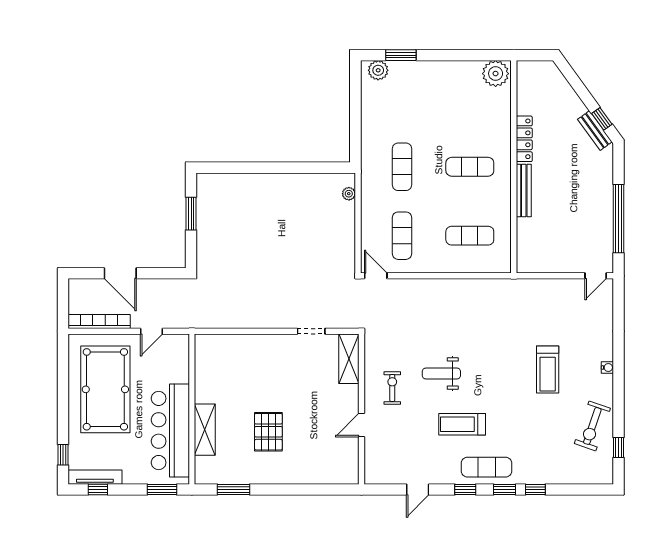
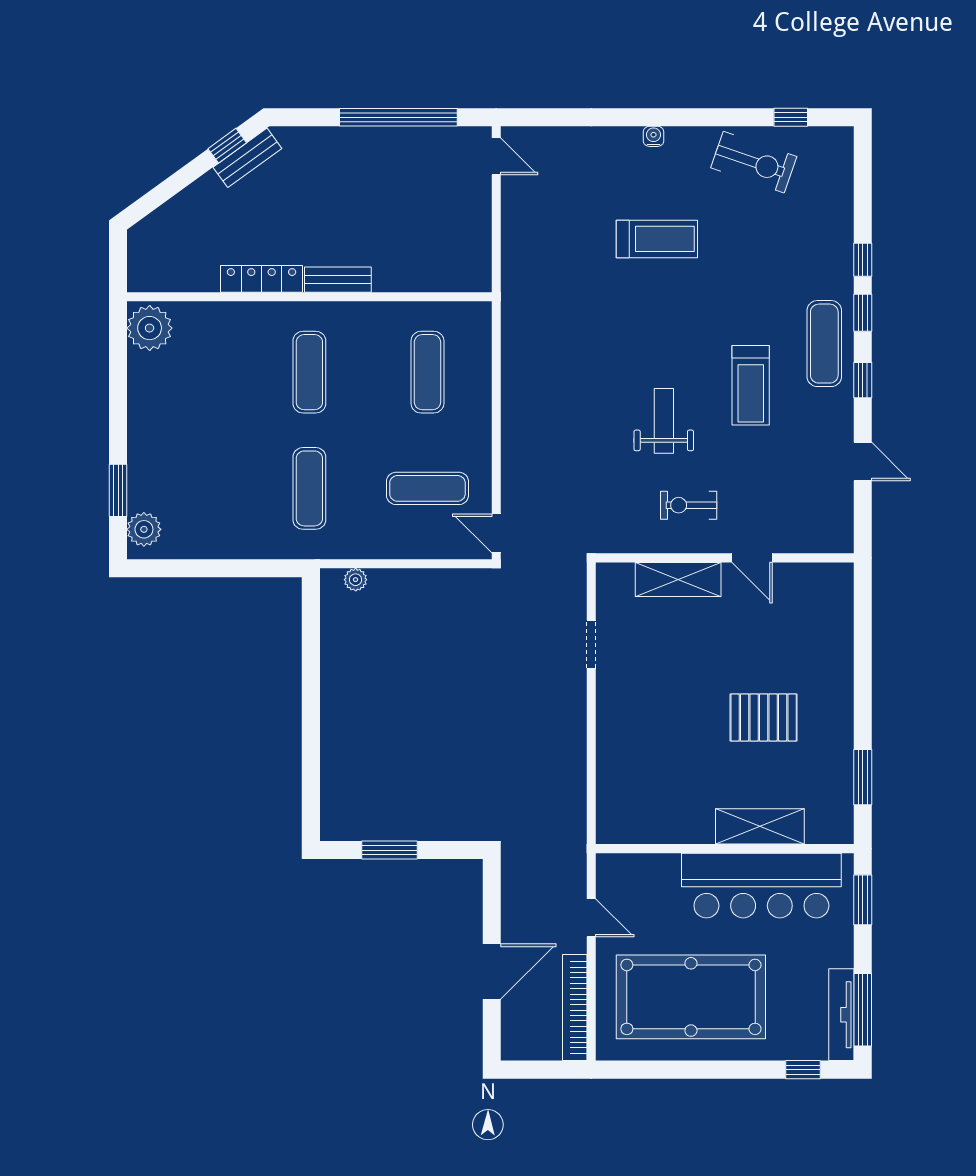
exercise mat: (402, 167) -> (309, 488), turned 90
bench: (524, 190) -> (338, 280), width x0.73
door: (376, 276) -> (496, 533), hinge flipped
shelving: (349, 359) -> (678, 579), moved
weight bench: (441, 373) -> (664, 421), turned 180
window: (98, 490) -> (863, 1010), width x2.17

